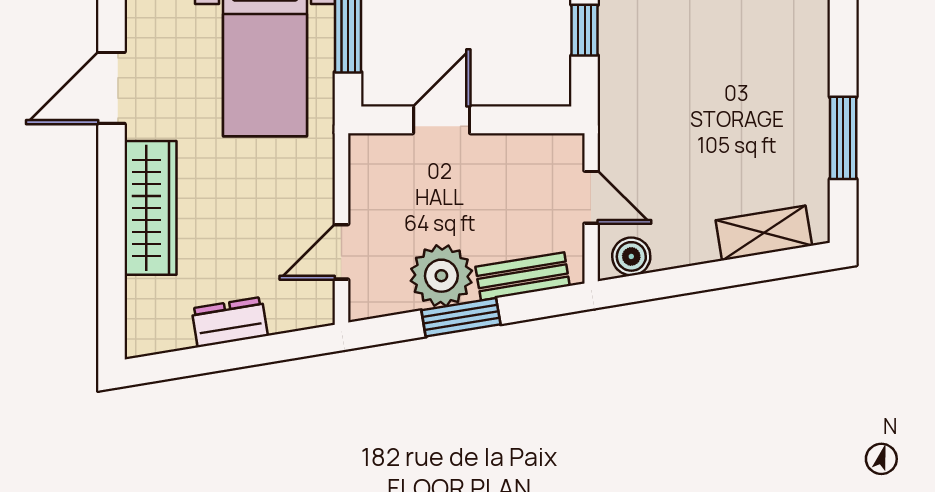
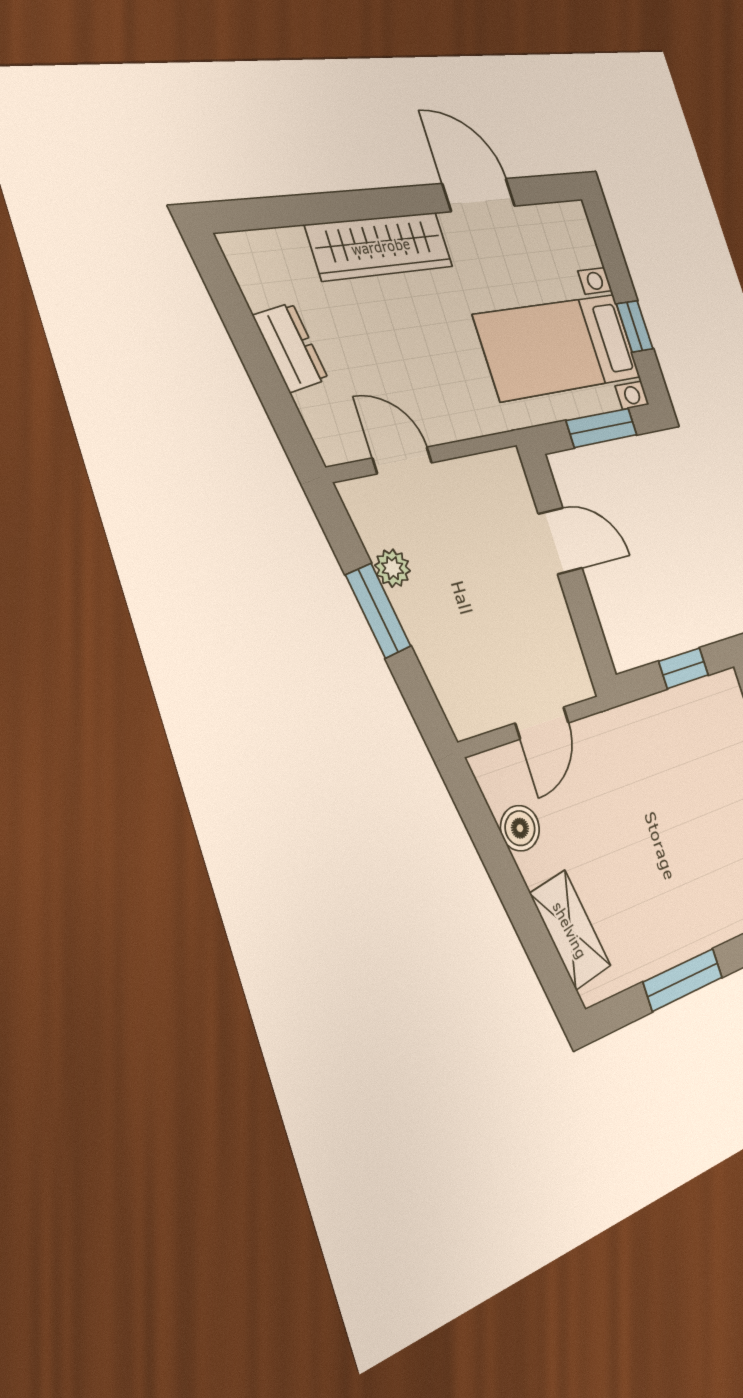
boiler: (631, 256) -> (520, 828), moved
plant: (441, 276) -> (393, 568), width x0.53, depth x0.53
bench: (523, 276) -> (442, 670), removed

